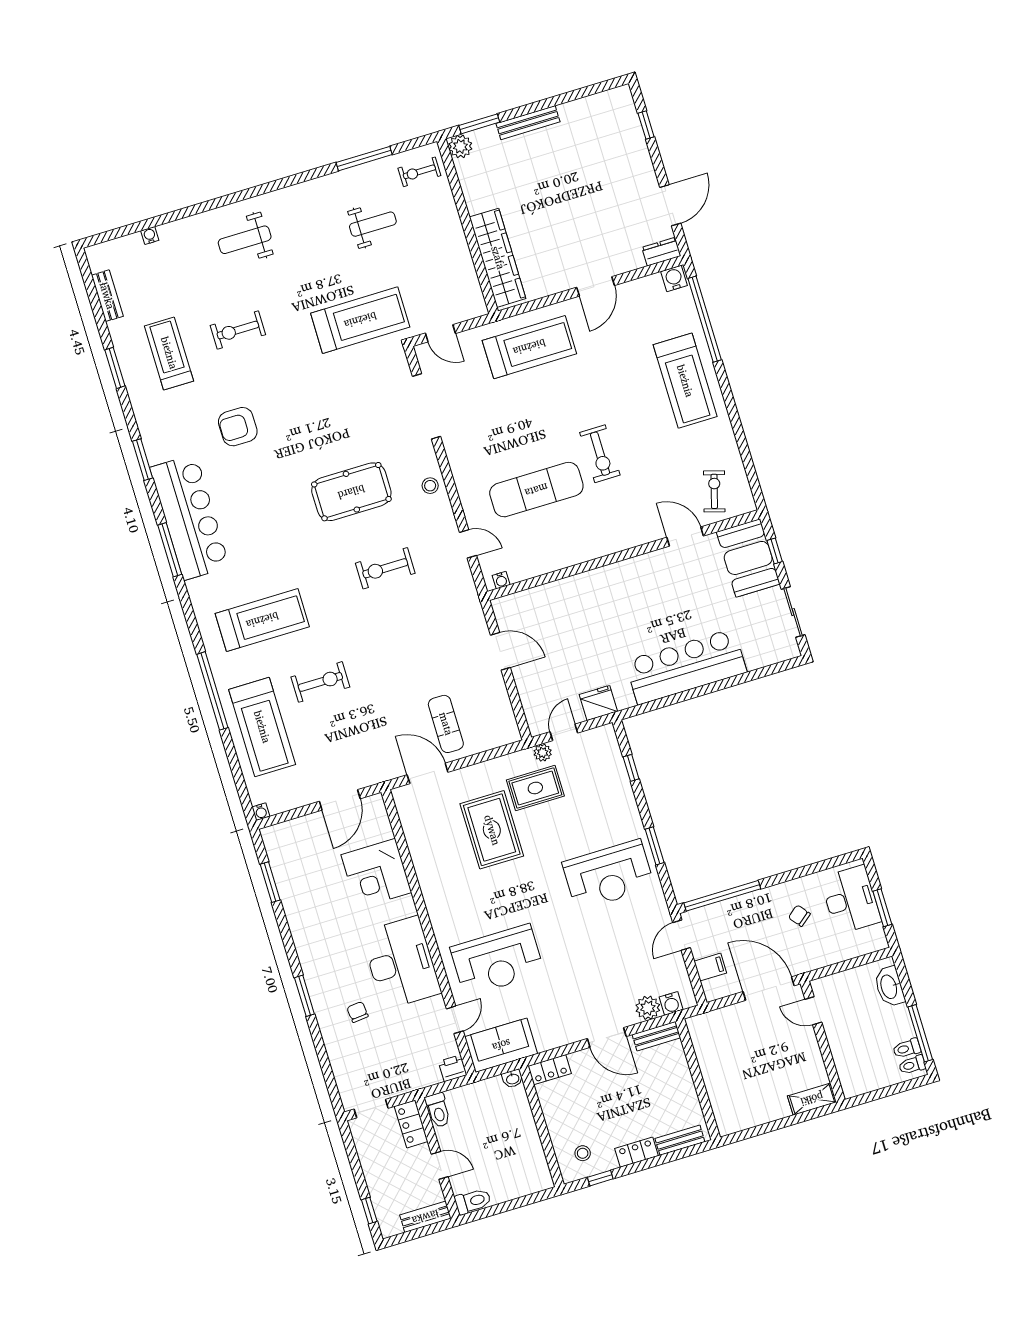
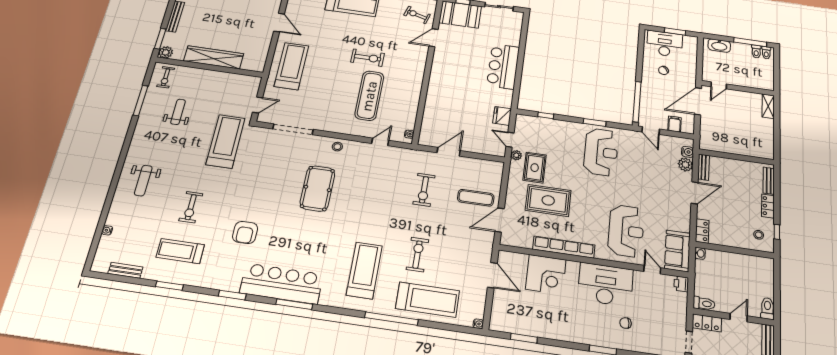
wardrobe: (498, 258) -> (214, 57), moved
exercise bike: (385, 568) -> (424, 190), moved
bar counter: (686, 667) -> (503, 66), width x0.73
row of seats: (430, 882) -> (564, 247), added

